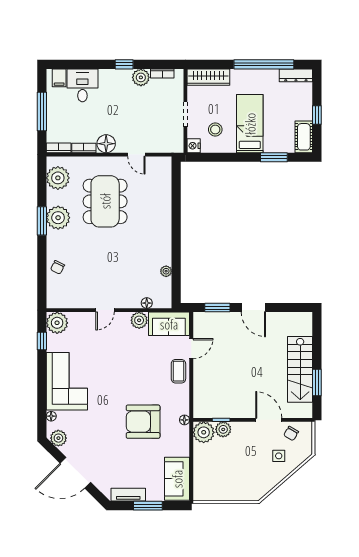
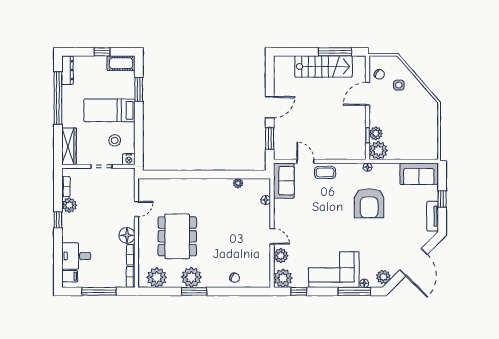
dining table: (105, 201) -> (177, 236), turned 90
plant: (139, 320) -> (281, 256), moved
window: (317, 382) -> (335, 52), width x1.44
window: (42, 405) -> (354, 291), added
window: (148, 506) -> (442, 199), width x0.67

